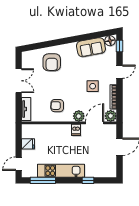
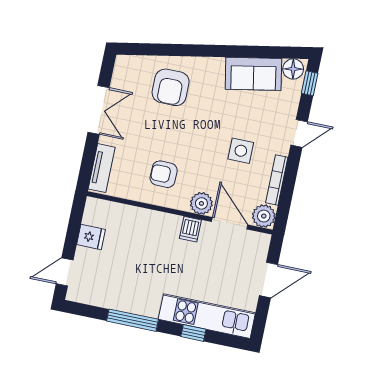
door: (95, 123) -> (230, 223), hinge flipped
kitchen unit: (61, 171) -> (207, 316), moved
window: (43, 180) -> (133, 320), moved

